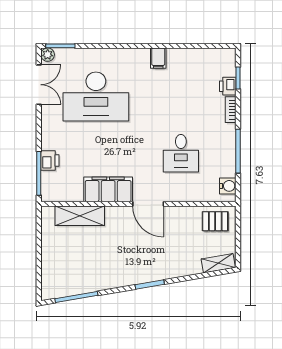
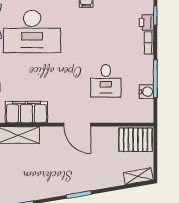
water cooler: (228, 186) -> (146, 92), moved
filing cabinet: (108, 189) -> (26, 112), moved
pallet: (215, 221) -> (136, 140), width x1.50, depth x1.42

